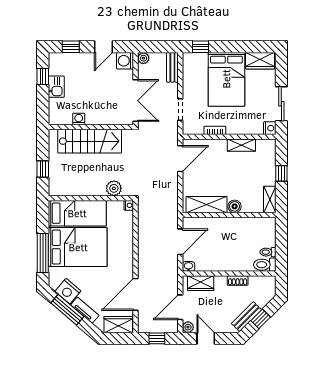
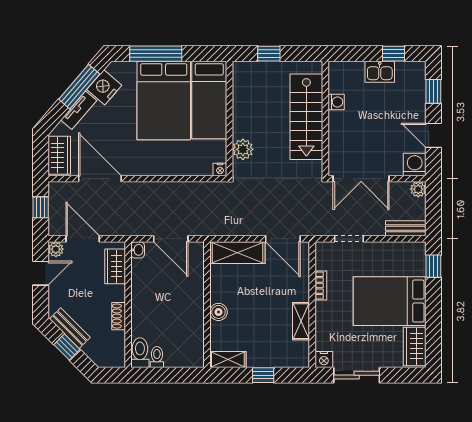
shelving: (207, 205) -> (237, 253), moved, turned 90

